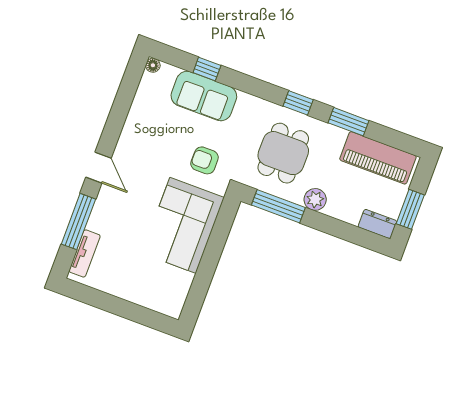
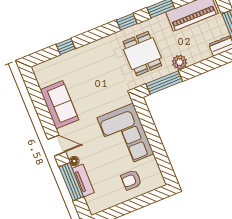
floor lamp: (153, 65) -> (74, 161), moved
sofa: (204, 96) -> (59, 105), moved, turned -90
armchair: (205, 160) -> (131, 180), moved
tv unit: (85, 253) -> (83, 181), moved

